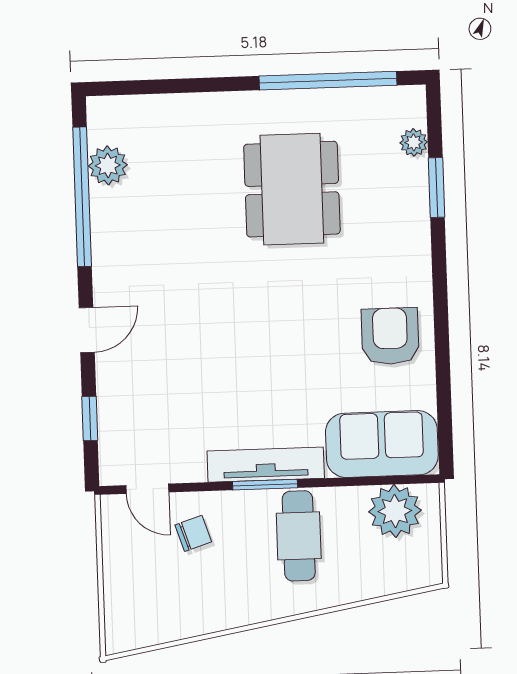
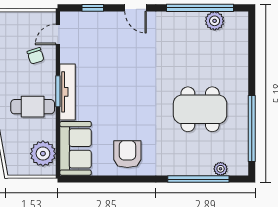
window: (436, 188) -> (198, 179), width x2.11
armchair: (390, 336) -> (127, 154), turned -90

